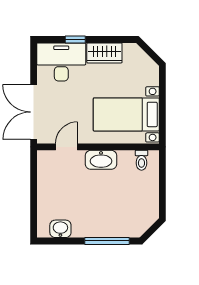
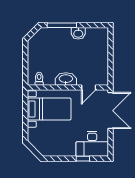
wardrobe: (104, 53) -> (64, 150), removed
washbasin: (60, 229) -> (78, 33), moved

